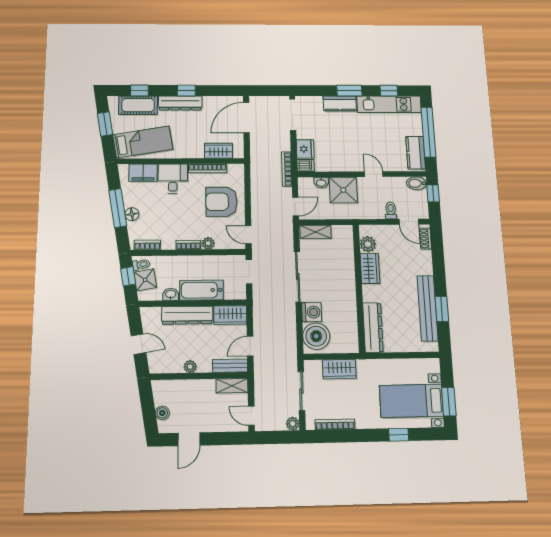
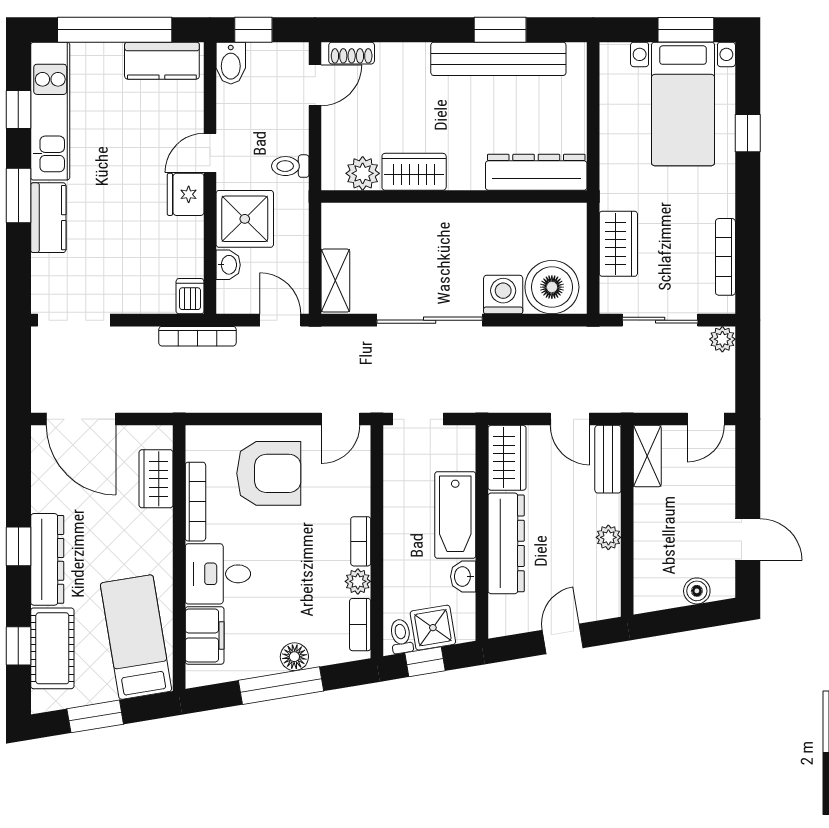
fridge: (305, 149) -> (186, 194), moved, turned -90
armchair: (221, 202) -> (269, 473), turned -90
toilet: (391, 210) -> (290, 166), moved
plant: (208, 243) -> (358, 581), moved

